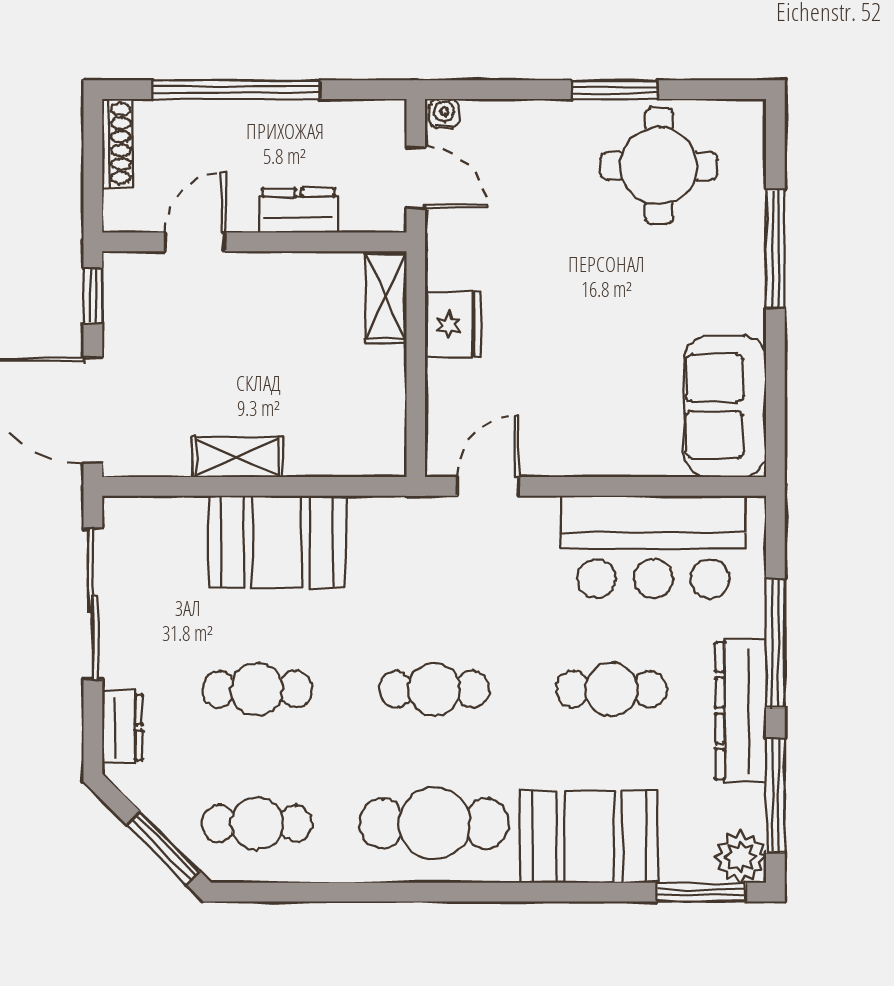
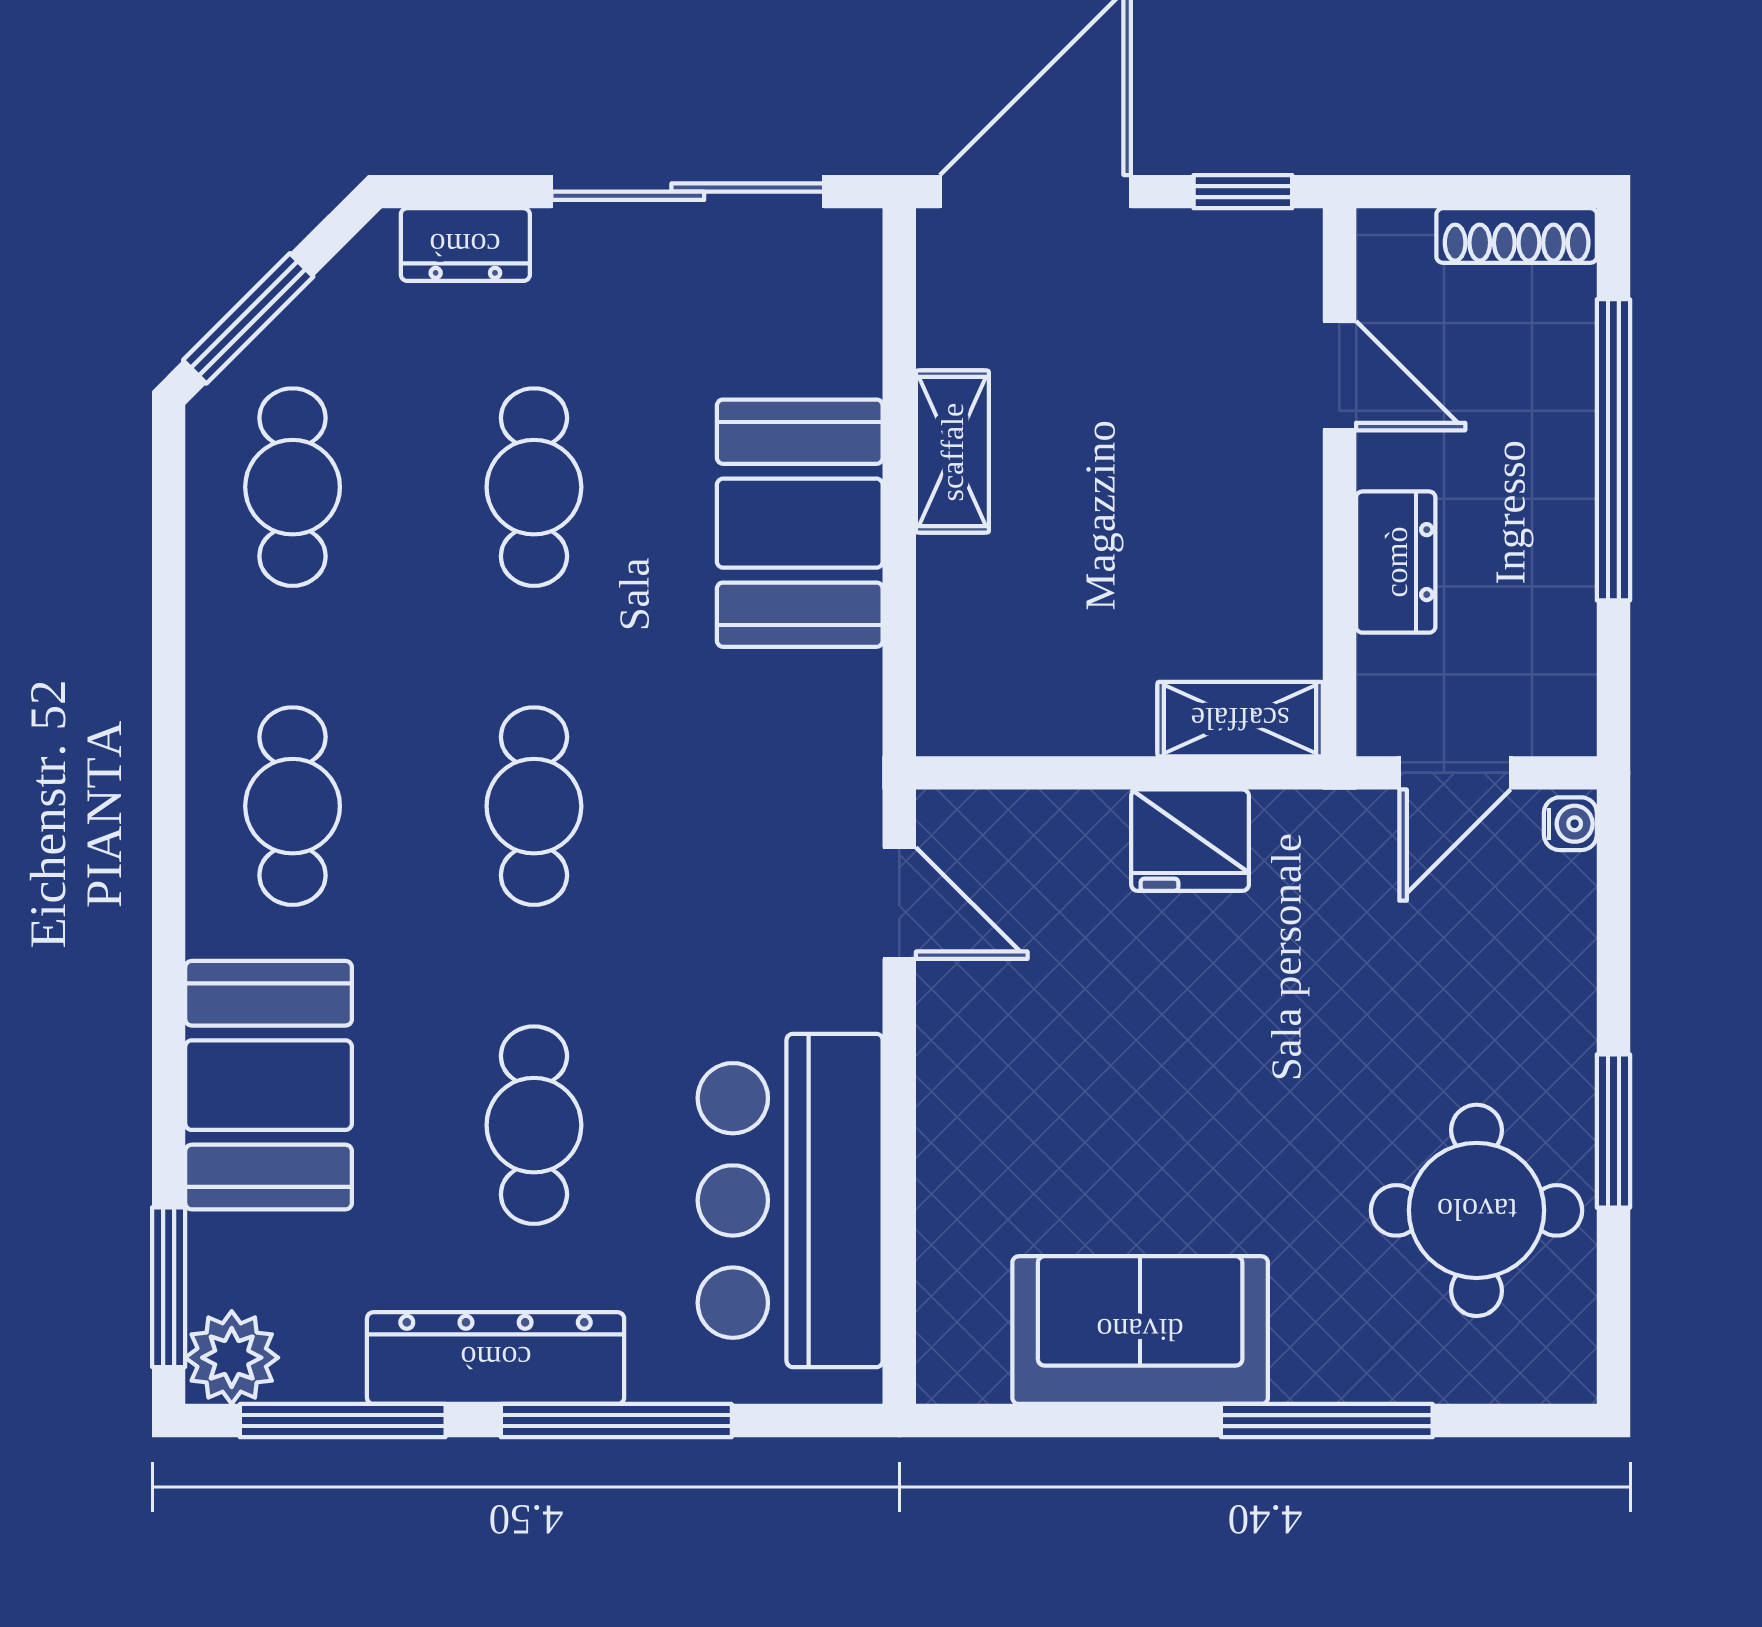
sofa: (725, 406) -> (1140, 1330), moved
cafe table: (434, 823) -> (293, 806), width x0.73, depth x0.74

